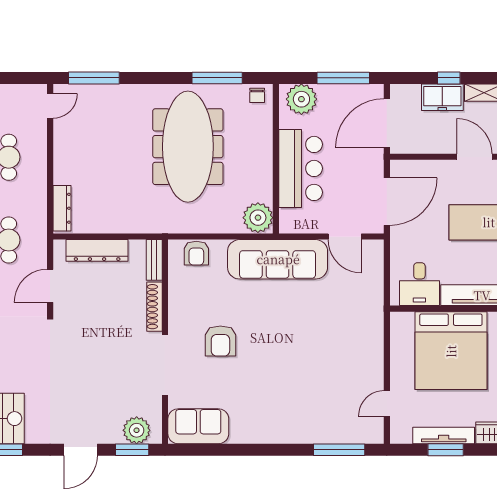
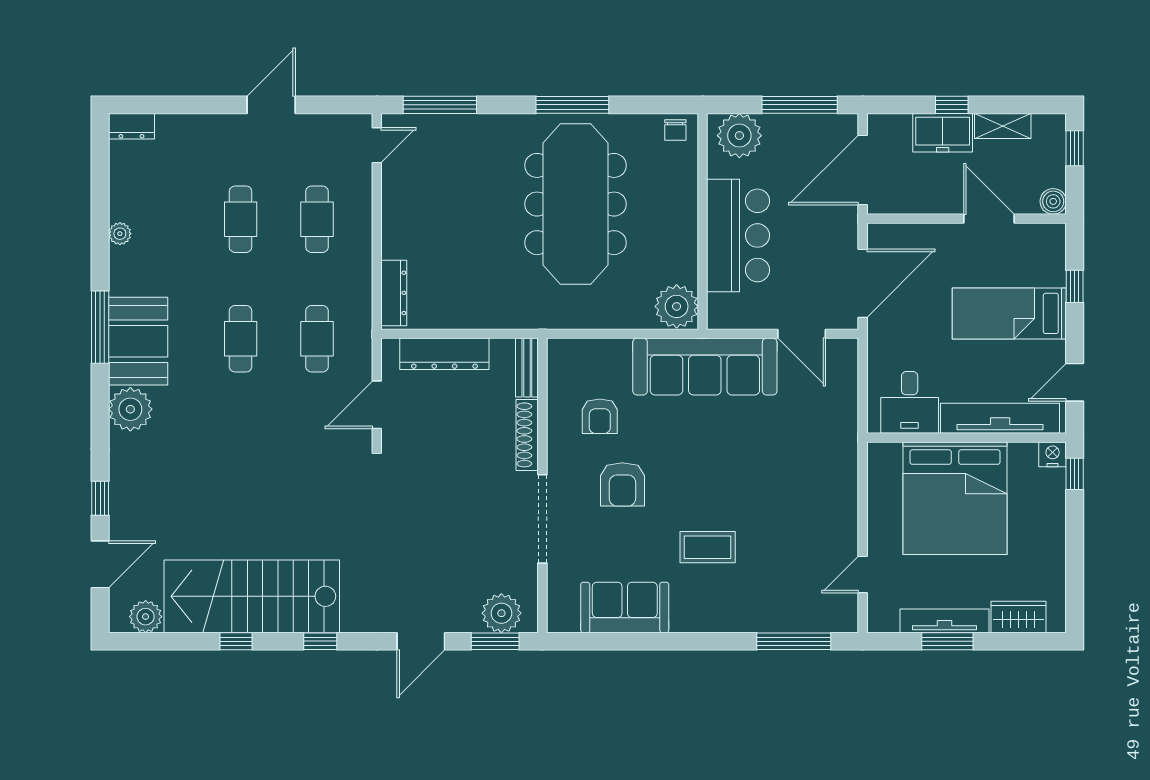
window: (217, 78) -> (572, 105), moved
armchair: (196, 253) -> (600, 416), moved
coffee table: (279, 385) -> (708, 547), added
sofa: (198, 426) -> (625, 607), moved

